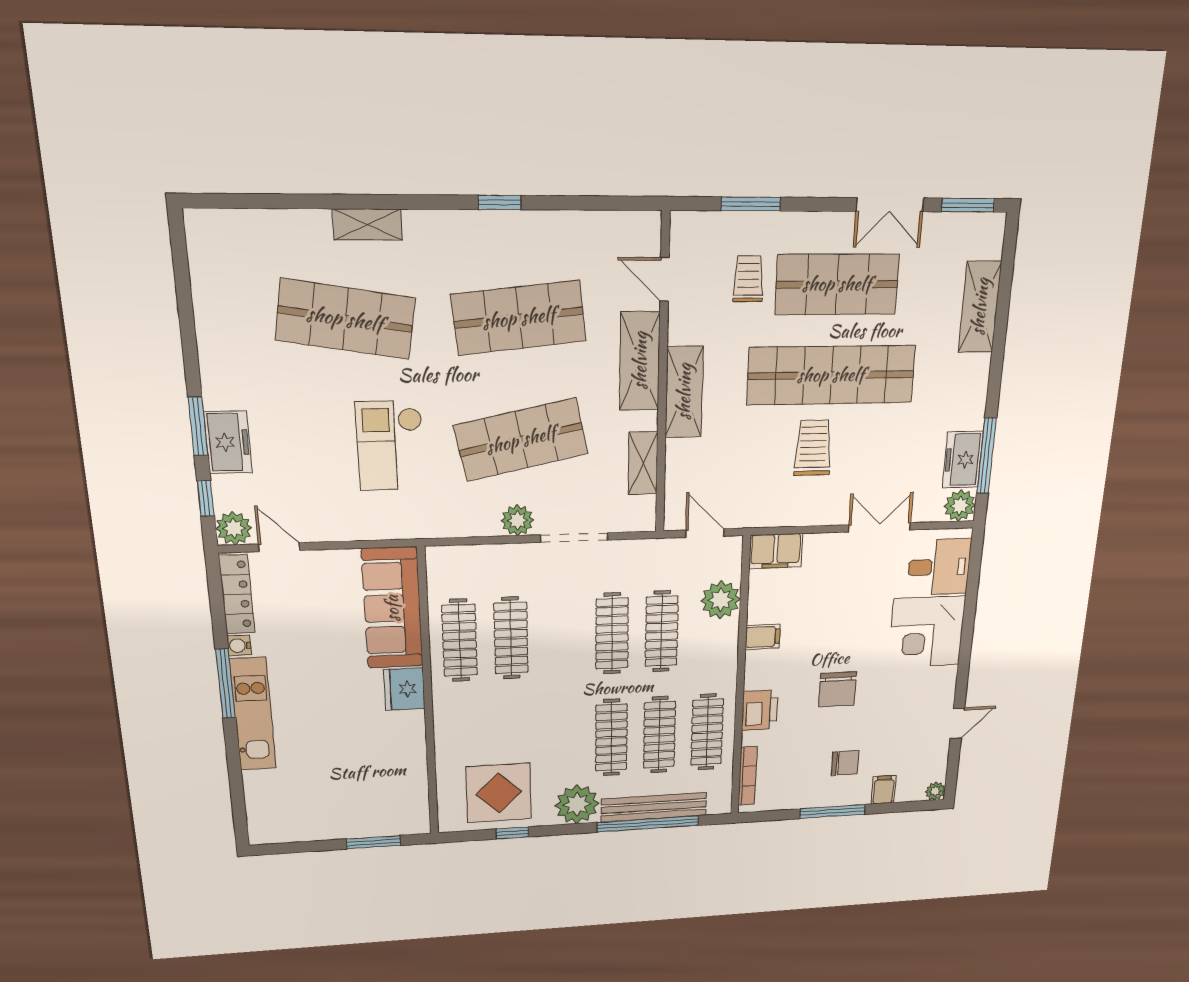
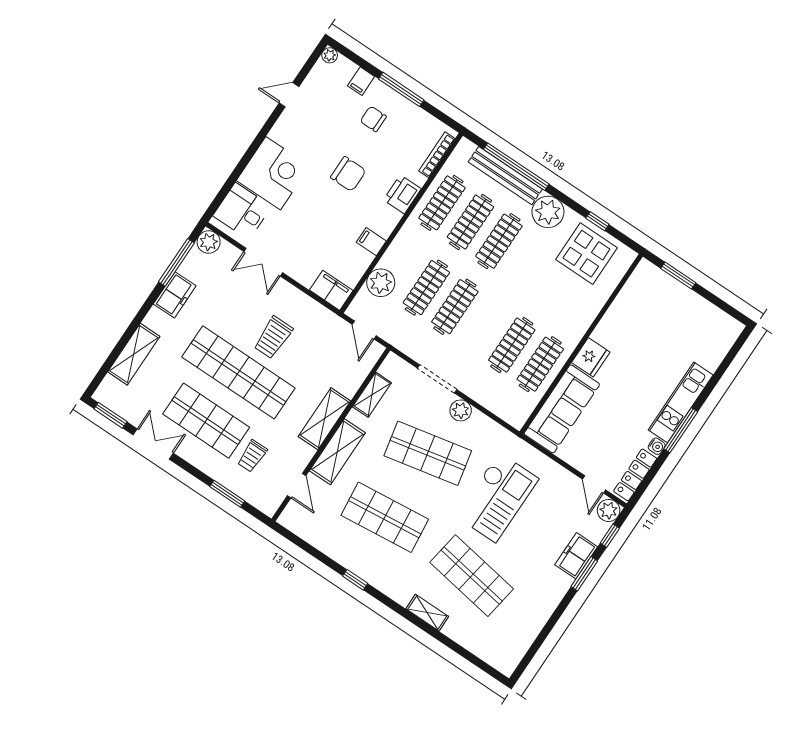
checkout: (390, 446) -> (497, 497), width x1.36, depth x1.21
freezer: (963, 460) -> (175, 295), moved
chair: (837, 689) -> (348, 174), turned 90

